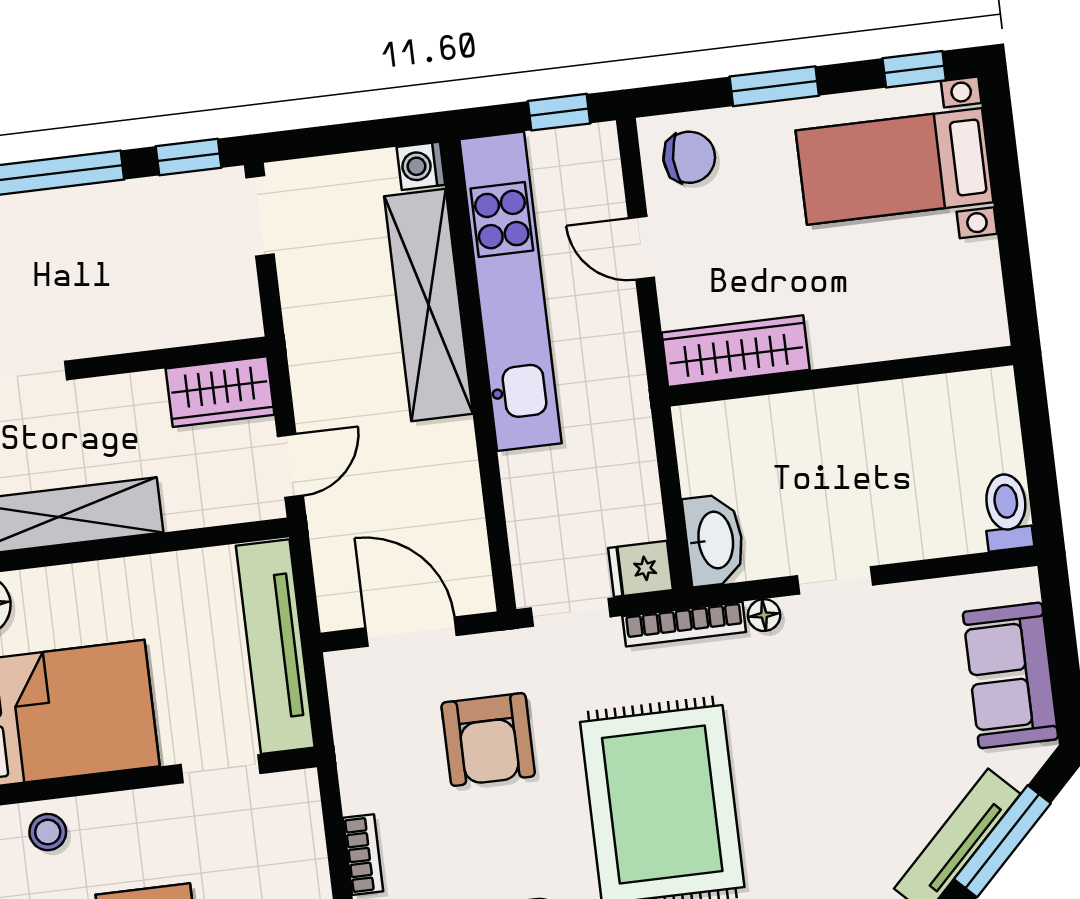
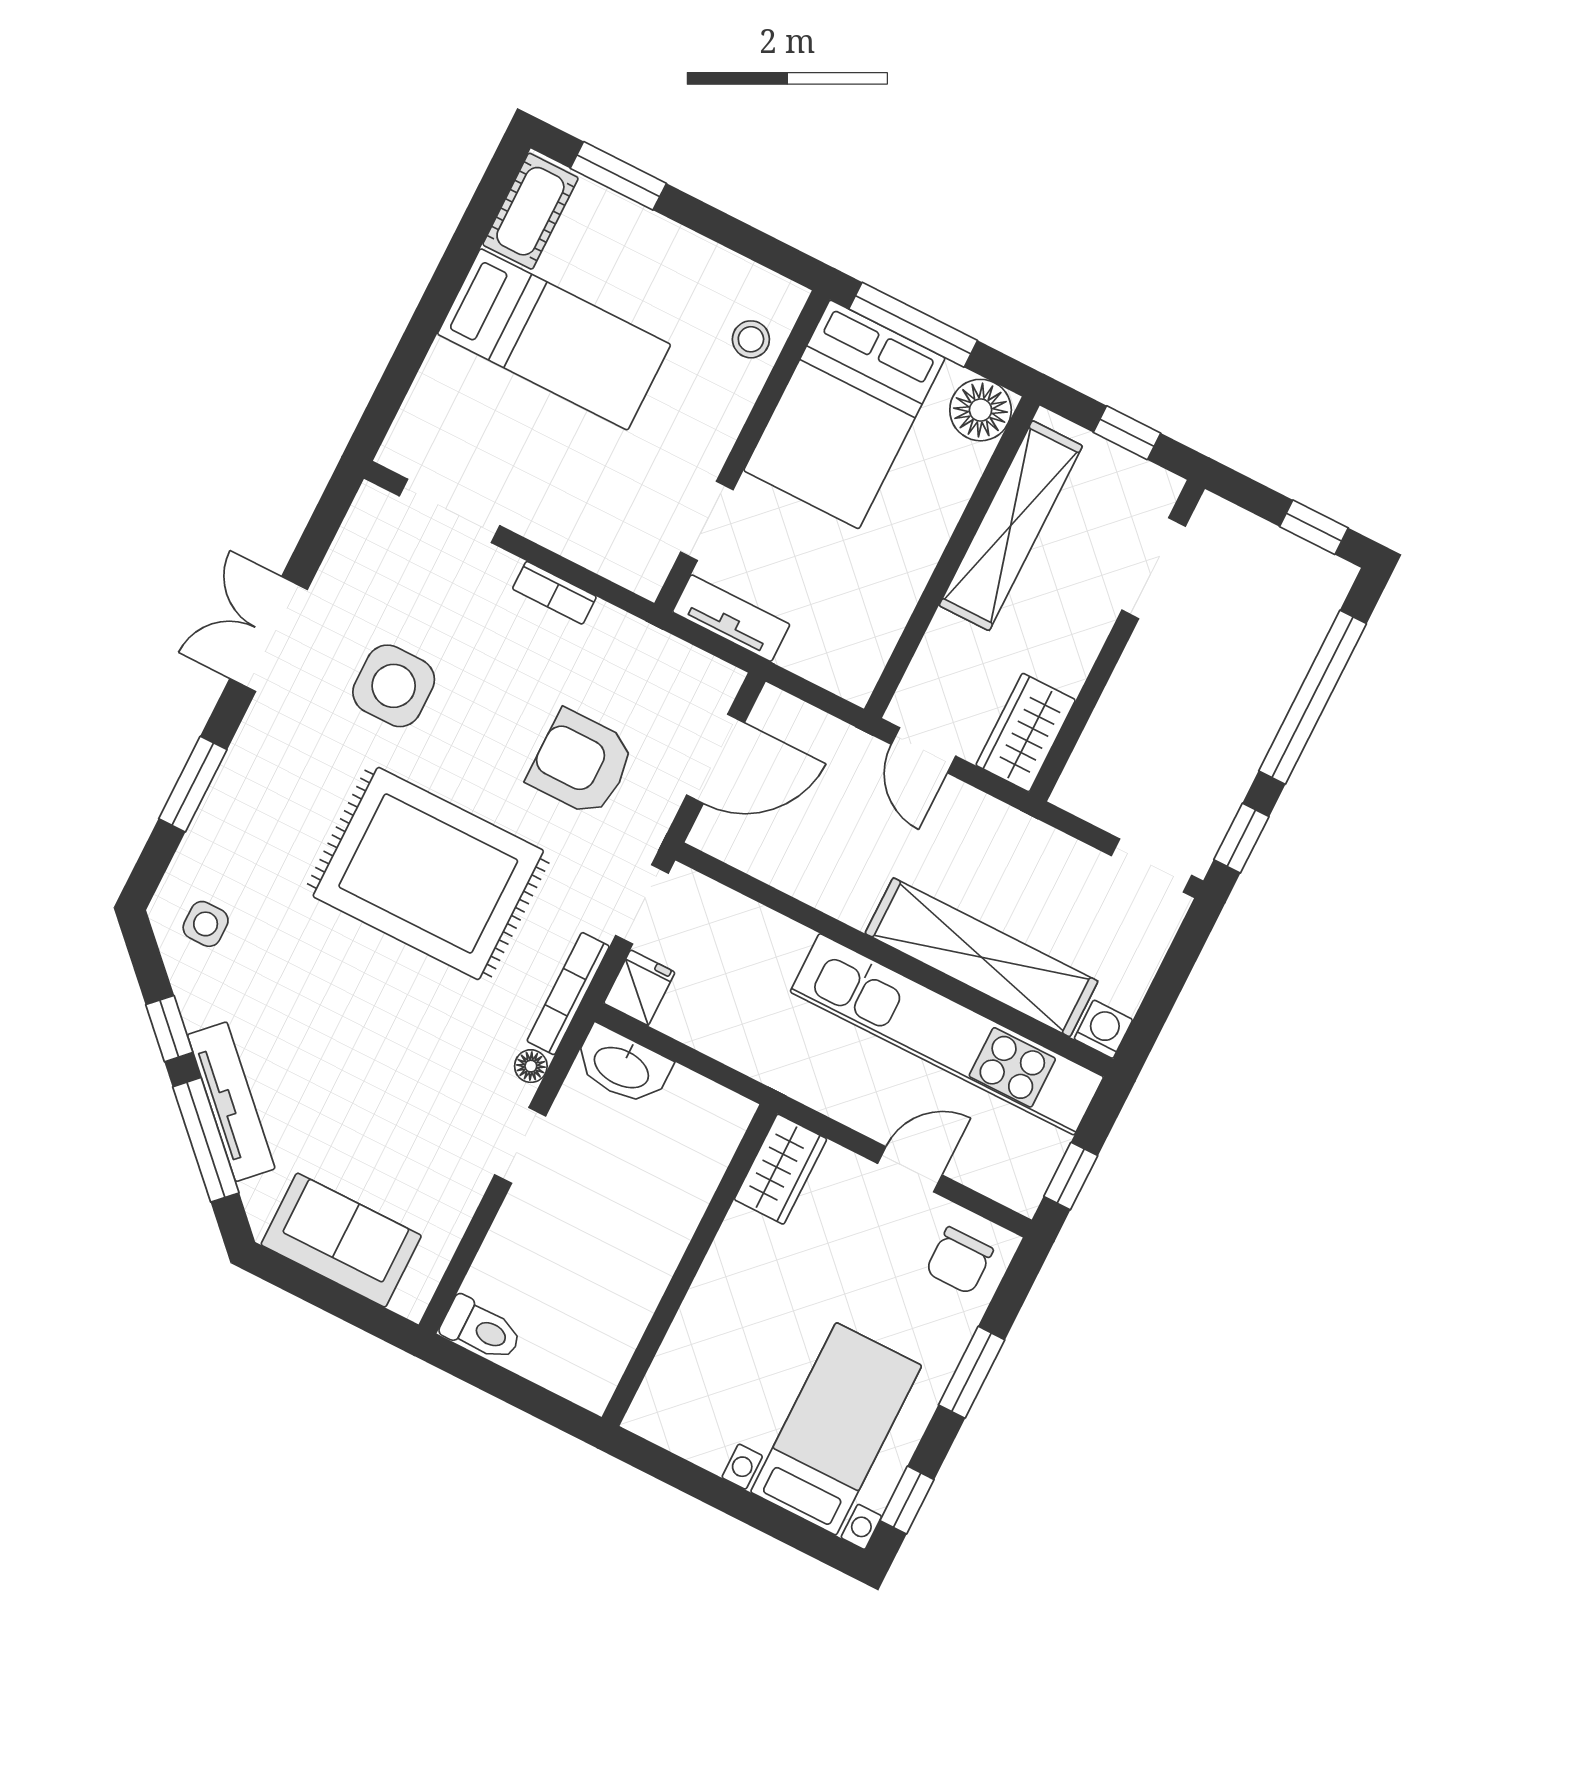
wardrobe: (736, 351) -> (781, 1169), width x0.67
tv unit: (275, 647) -> (731, 618), width x0.52, depth x0.78

